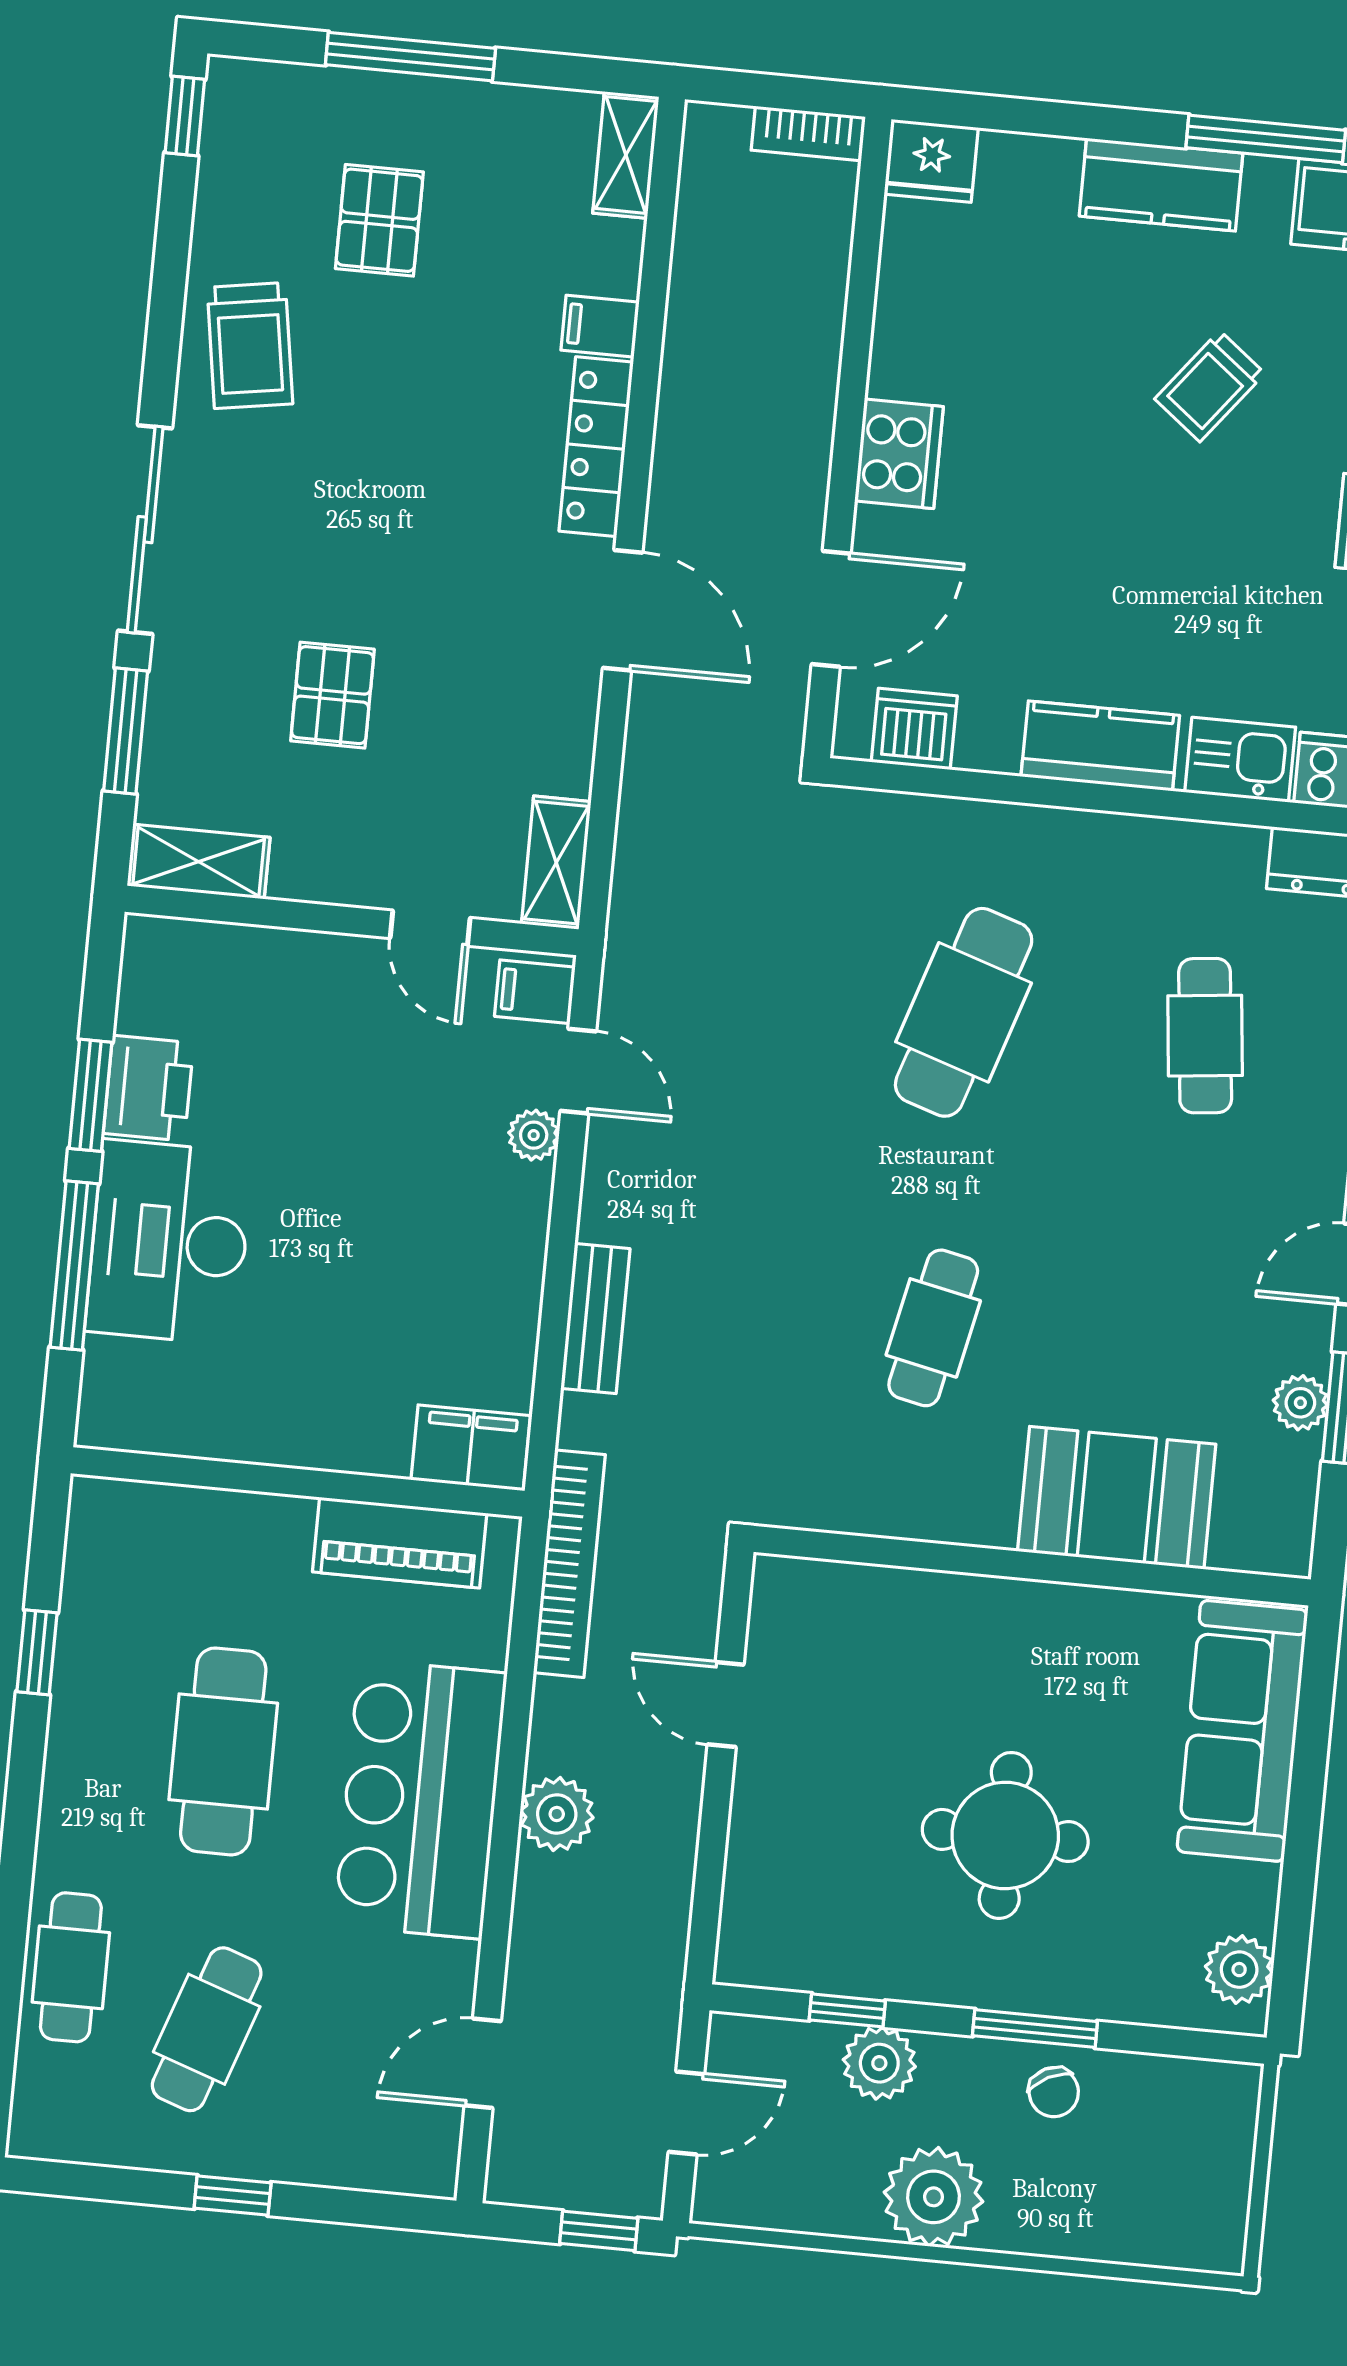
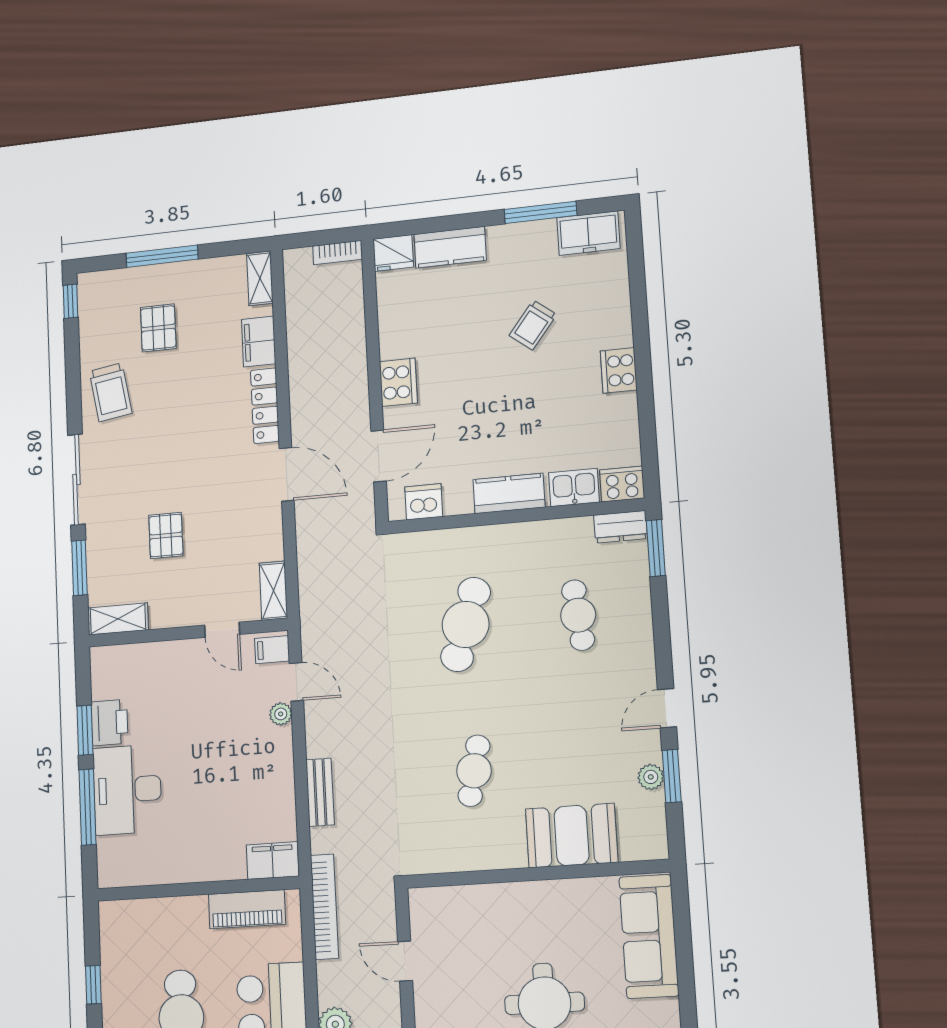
kitchen counter: (1161, 185) -> (450, 247), moved
filing cabinet: (600, 326) -> (259, 342), width x2.00

